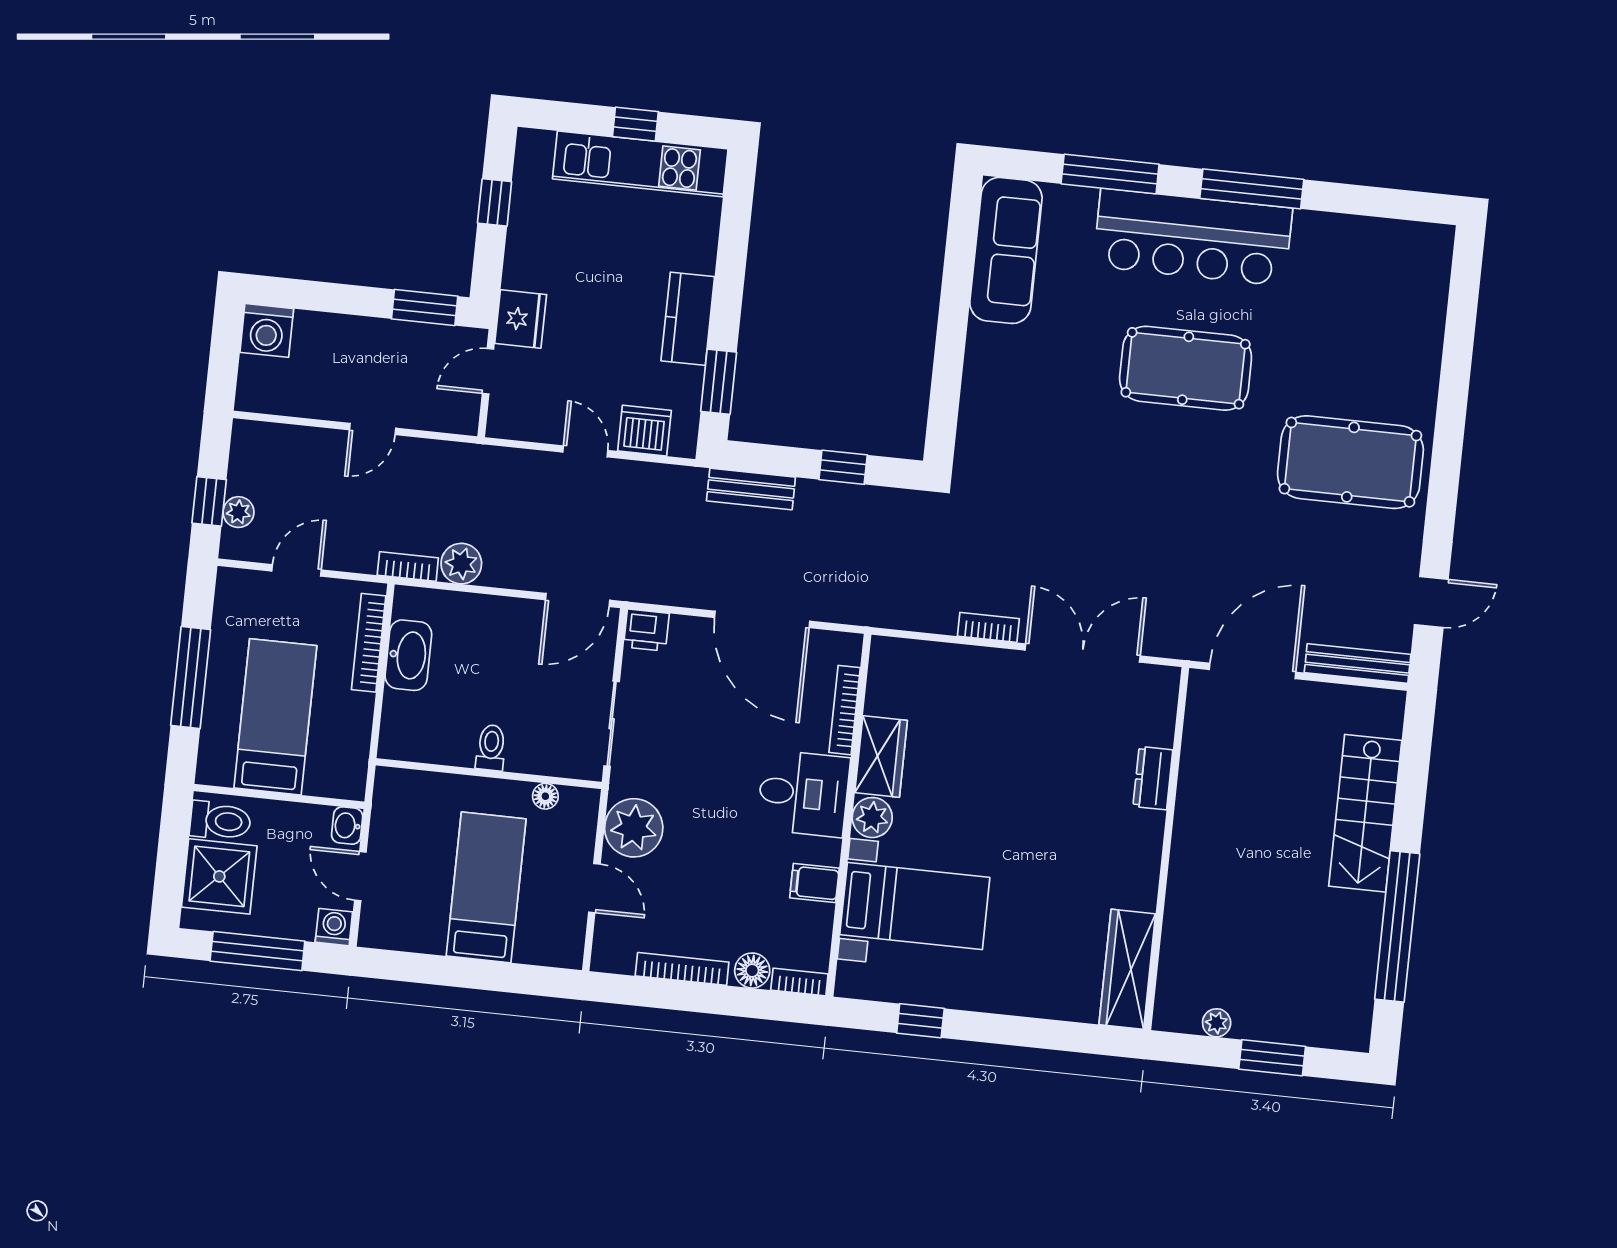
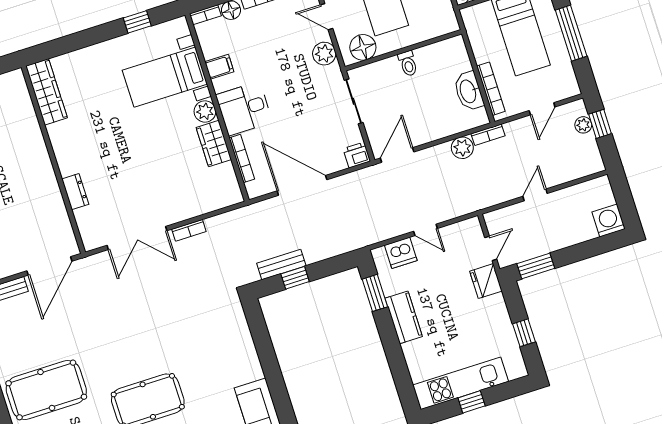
bench: (751, 489) -> (281, 264), moved
floor lamp: (545, 796) -> (363, 47), width x1.89, depth x1.89
plant: (634, 828) -> (324, 54), width x0.73, depth x0.73

